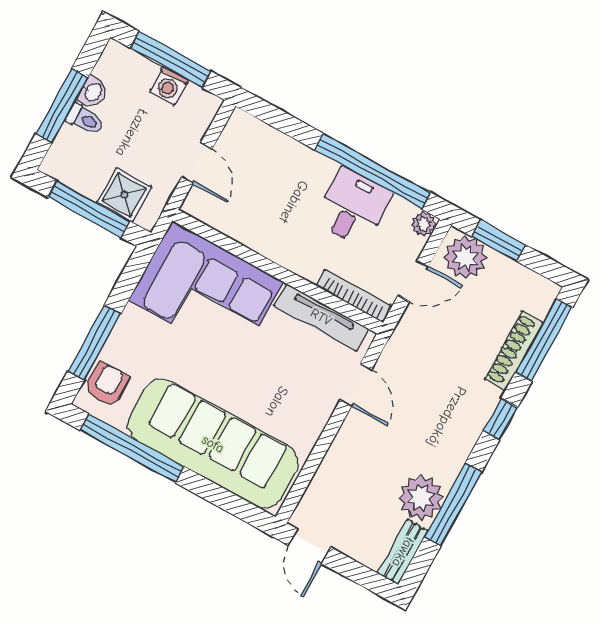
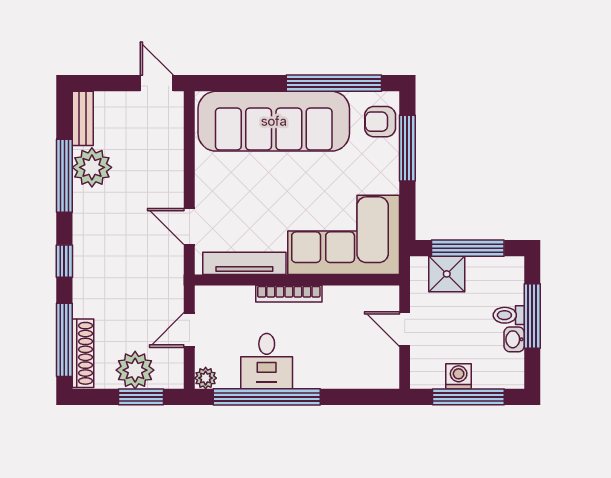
plant: (465, 257) -> (135, 370), moved
bookcase: (354, 296) -> (289, 294), moved
shoe rack: (514, 351) -> (83, 353), moved
armchair: (107, 384) -> (380, 122), turned 90

